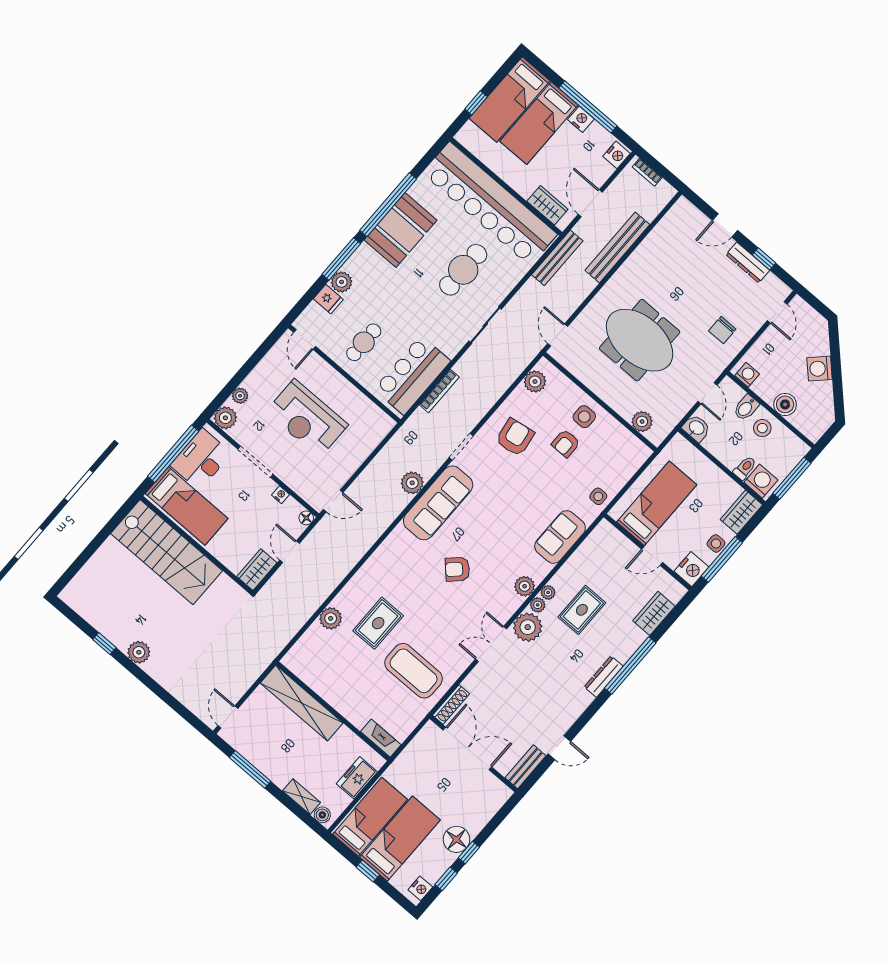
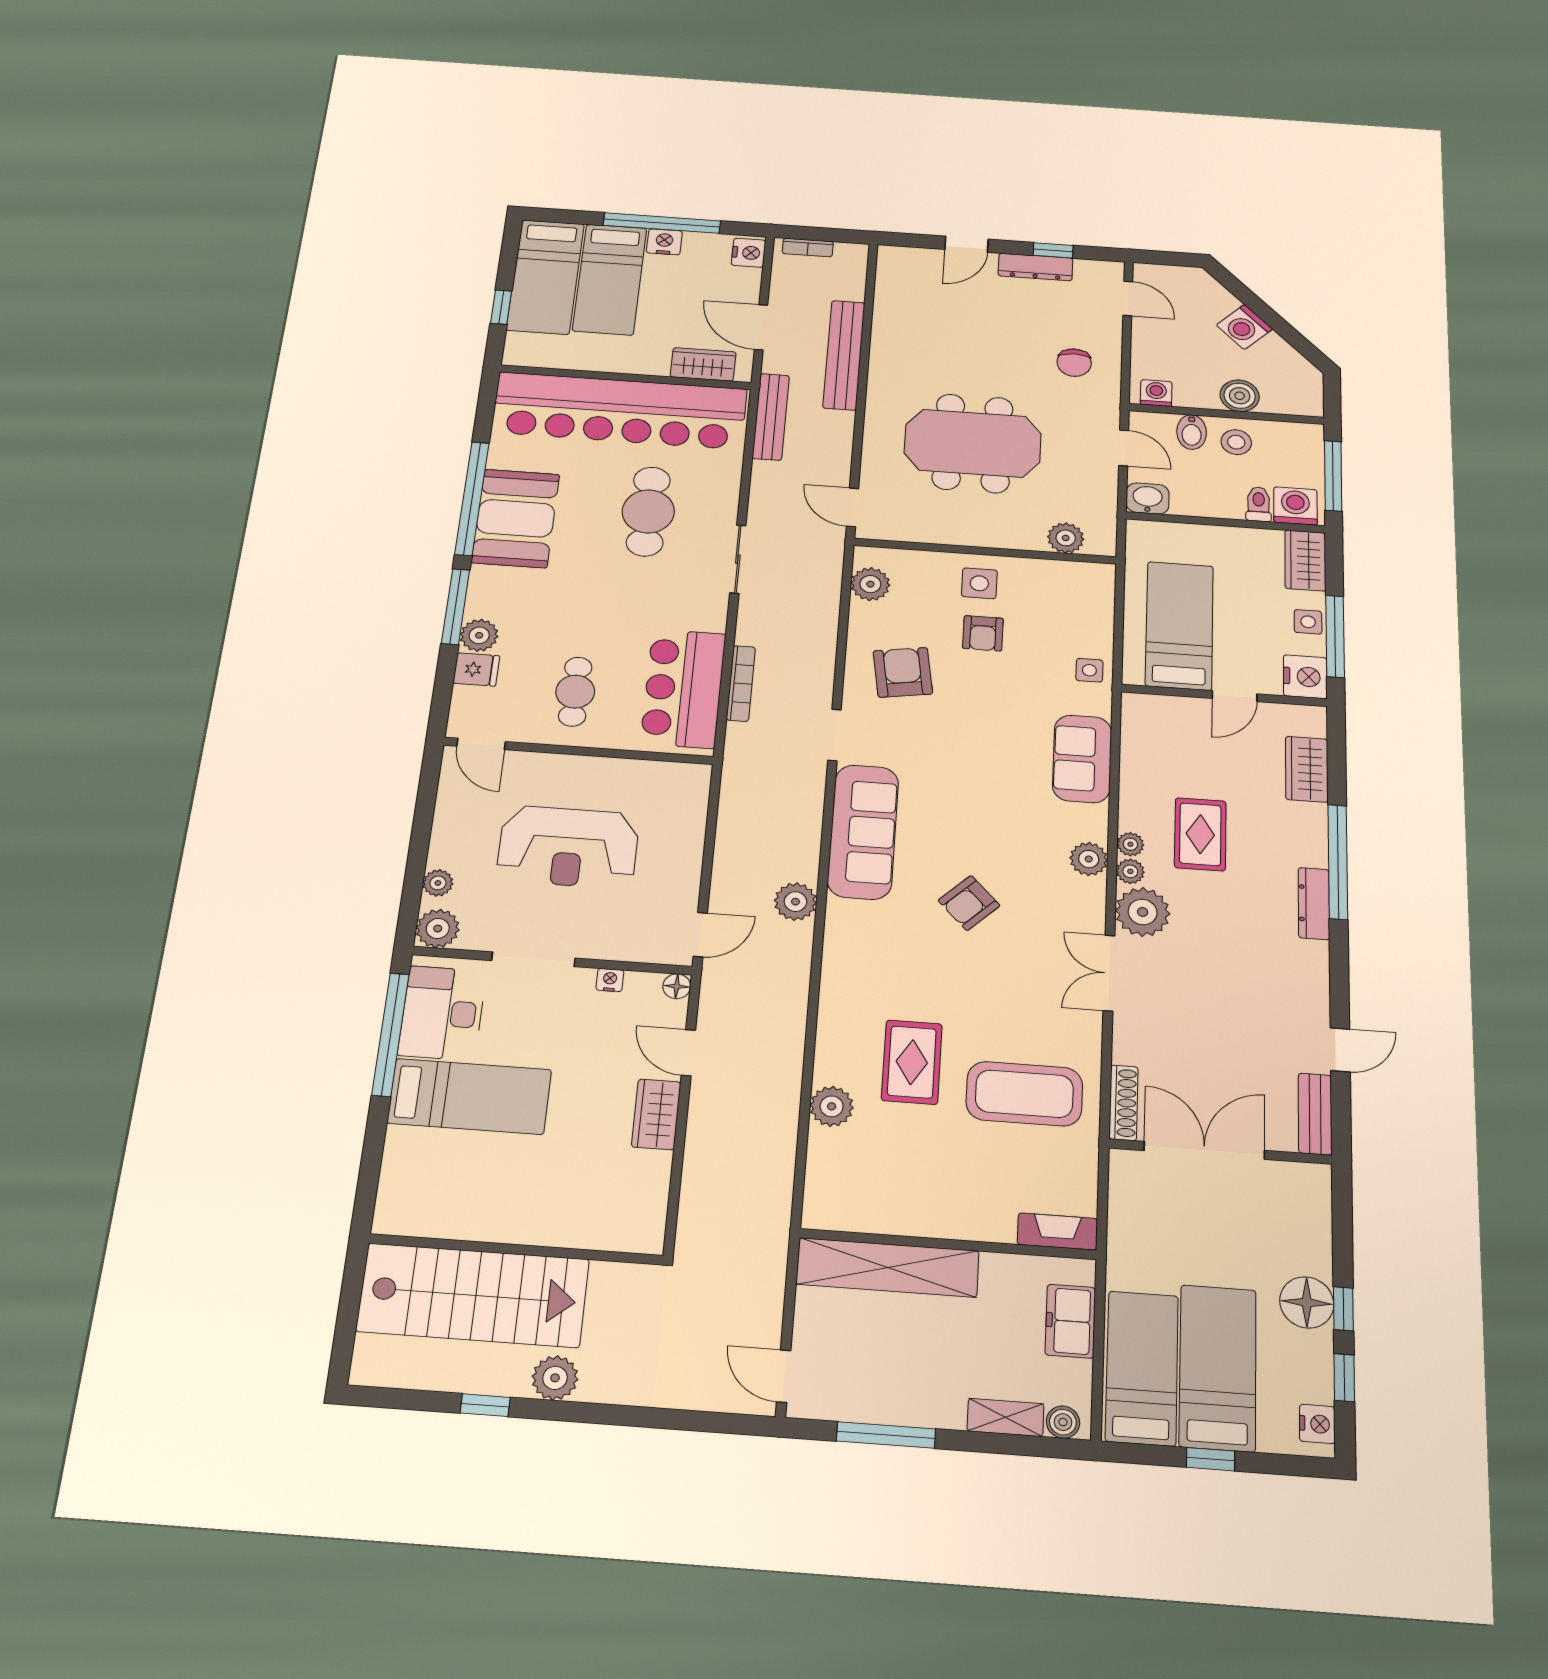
plant: (412, 483) -> (795, 902), moved
wall: (196, 545) -> (516, 1249), moved
stairs: (166, 552) -> (473, 1295), moved

